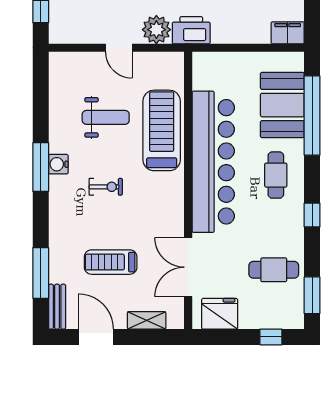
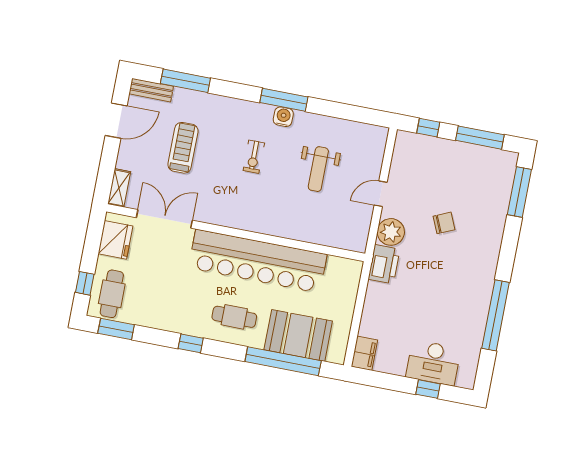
treadmill: (162, 130) -> (296, 219), removed
cafe table: (274, 270) -> (112, 294), moved
shelving: (147, 320) -> (119, 188), moved

